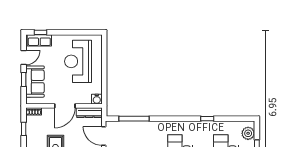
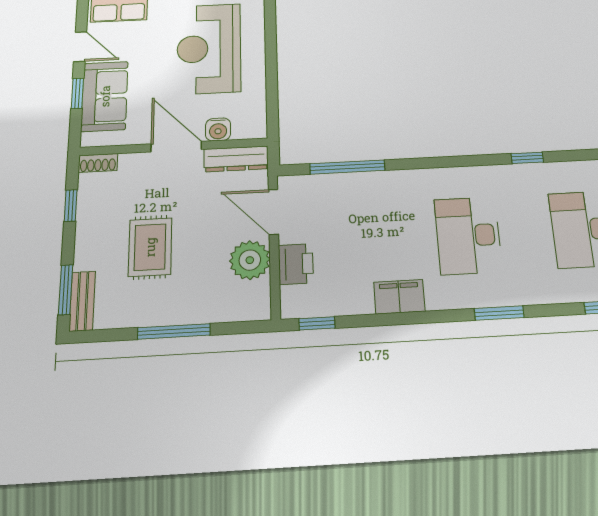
door: (24, 58) -> (80, 47), hinge flipped
water cooler: (97, 99) -> (218, 129), moved
door: (65, 106) -> (176, 147), swing flipped

